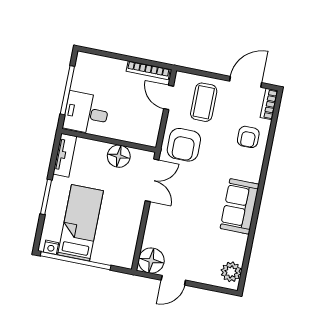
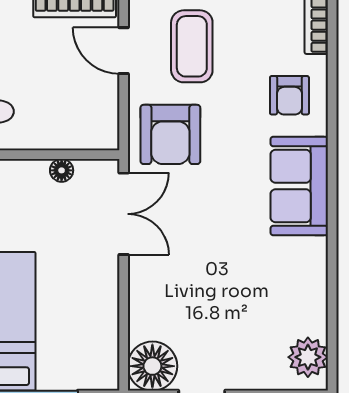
floor lamp: (119, 156) -> (62, 170), width x0.53, depth x0.53
sofa: (240, 206) -> (299, 186), moved

